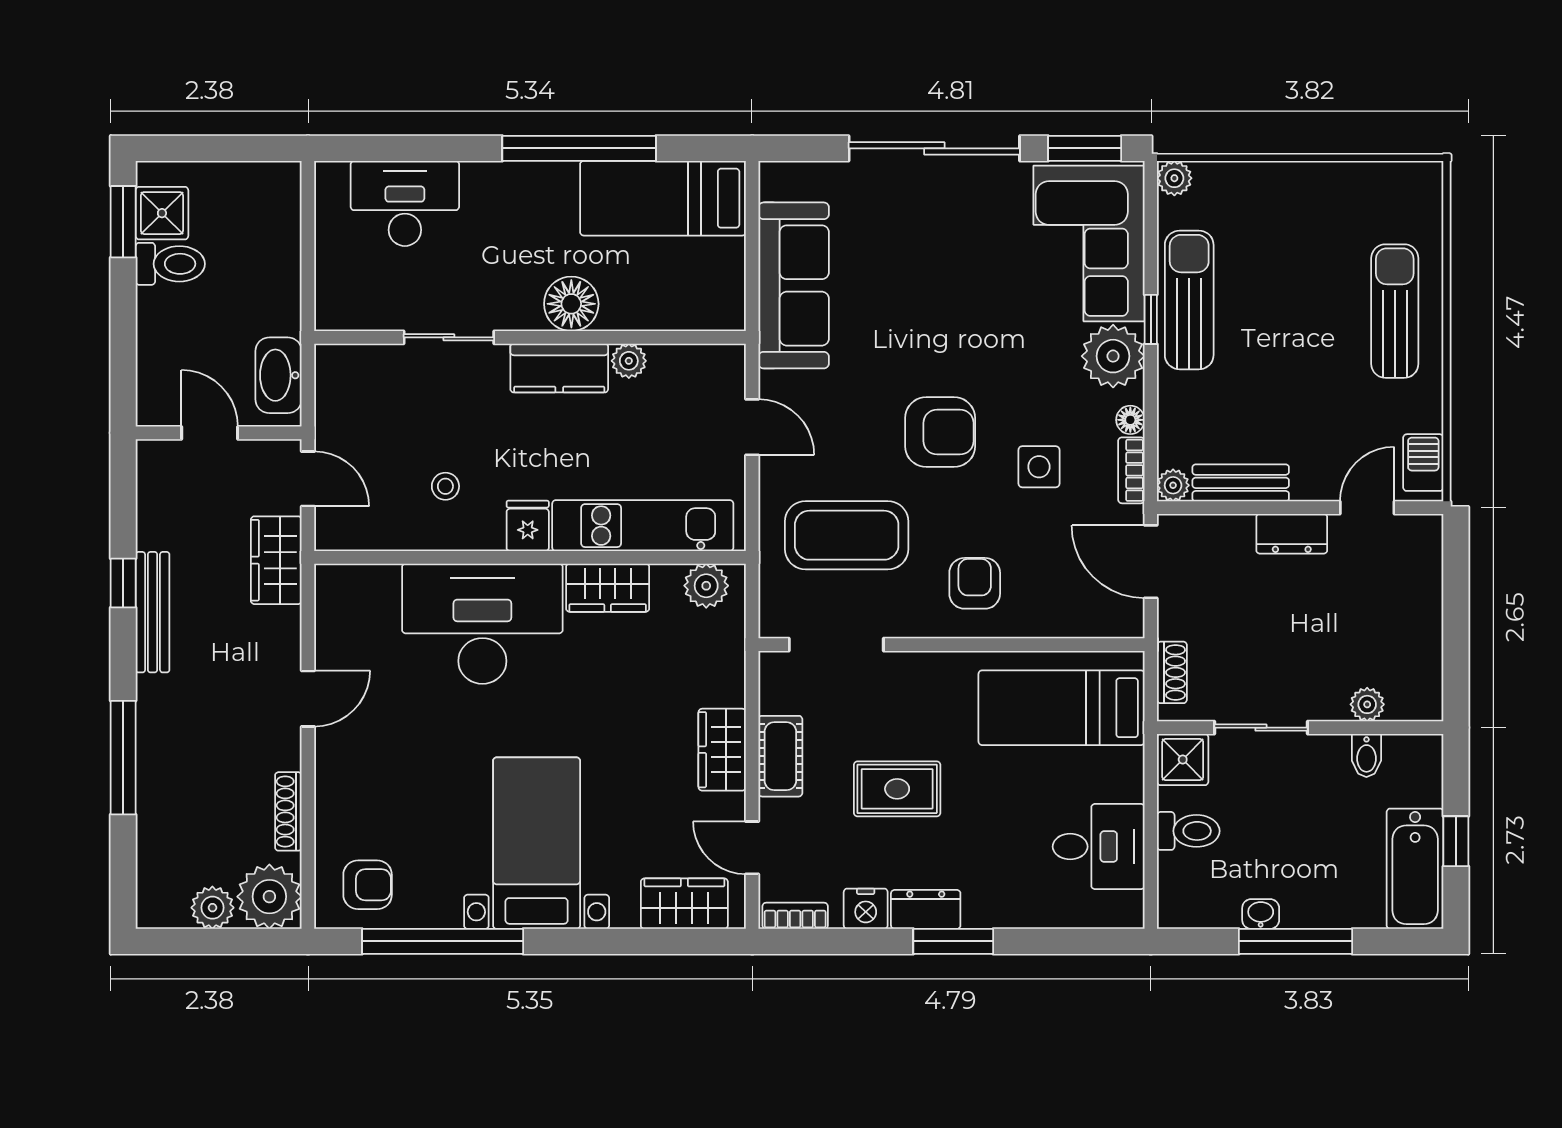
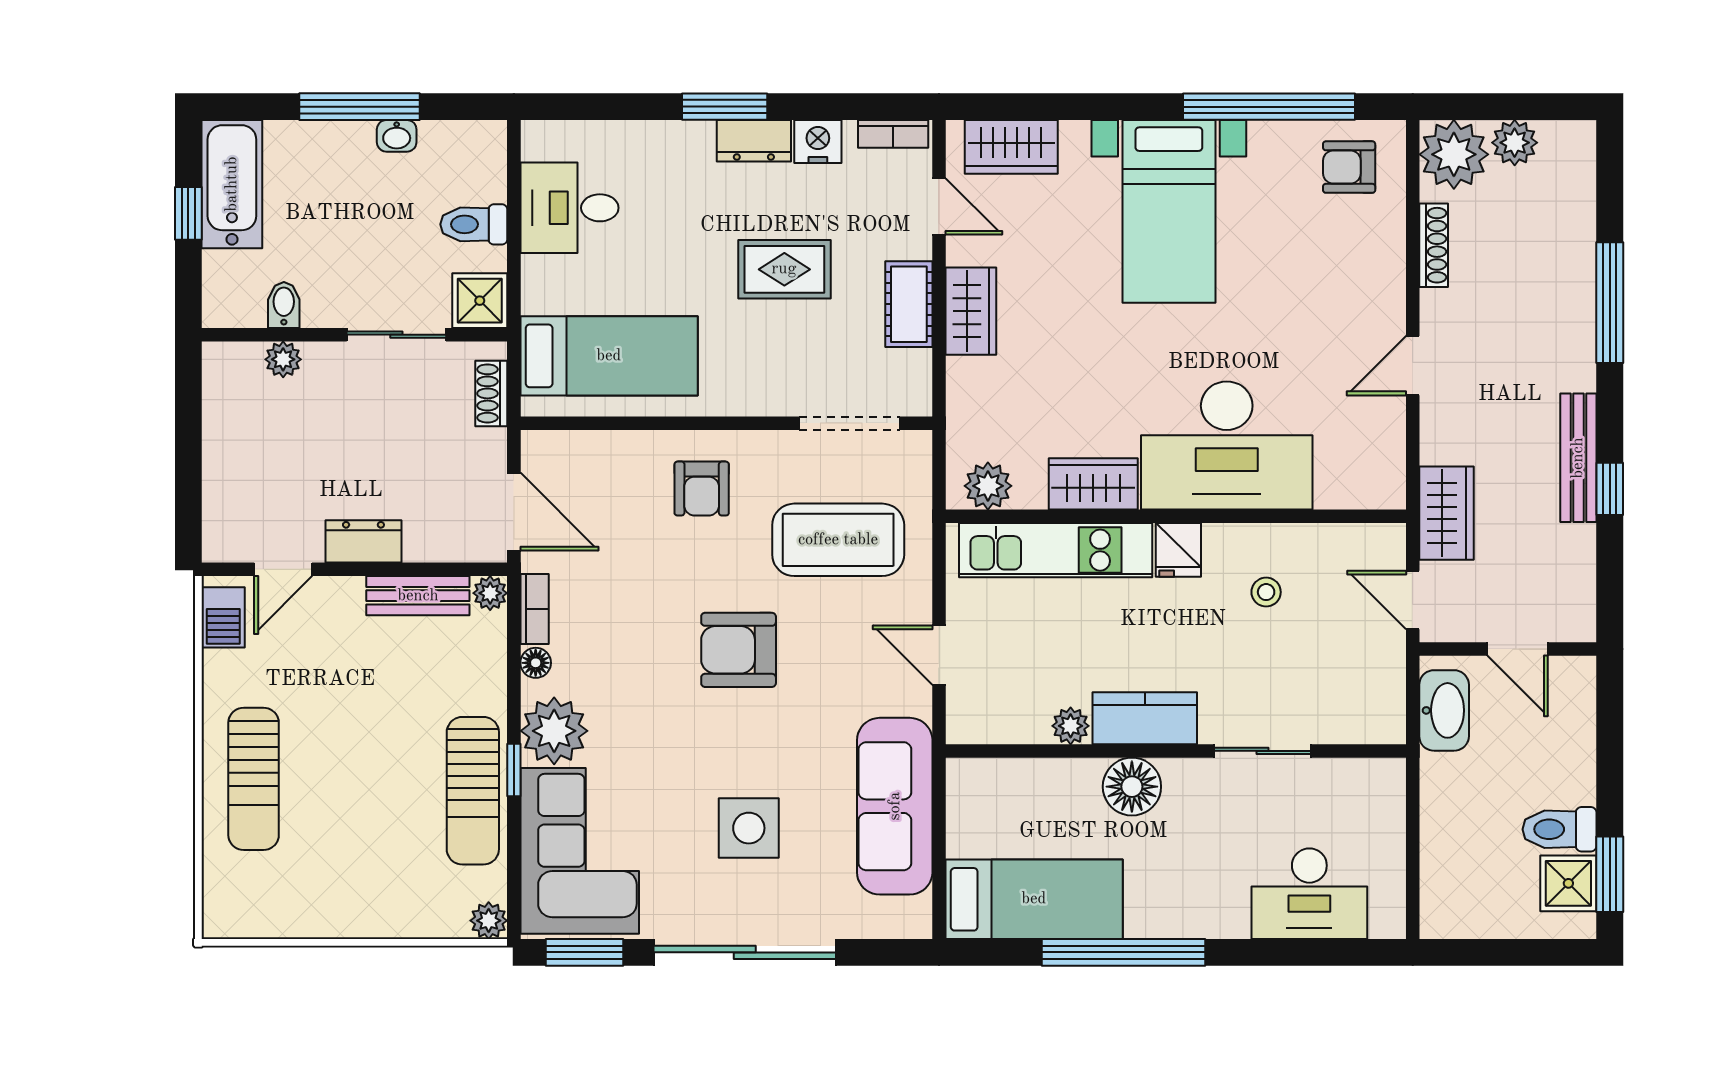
side table: (1039, 467) -> (749, 828), moved, width x1.37, depth x1.37

